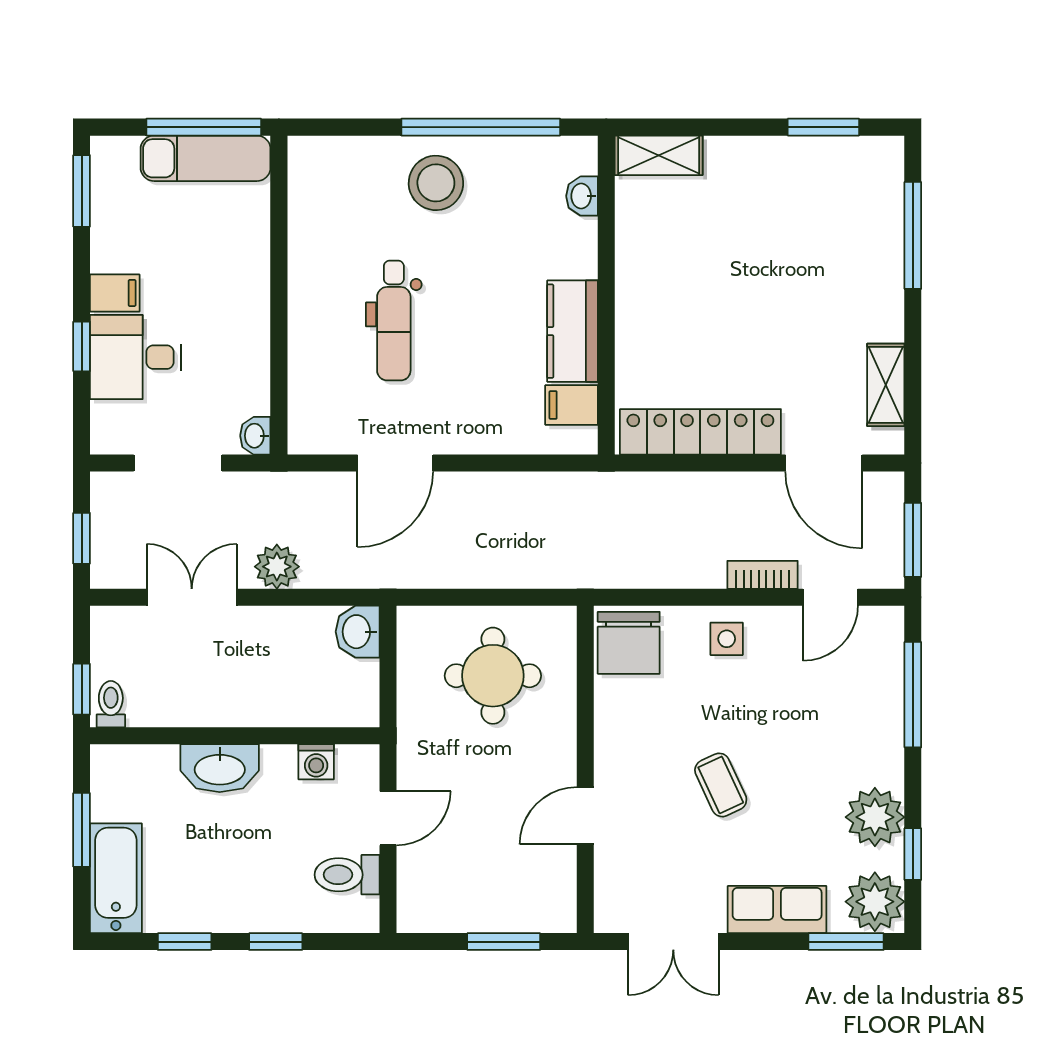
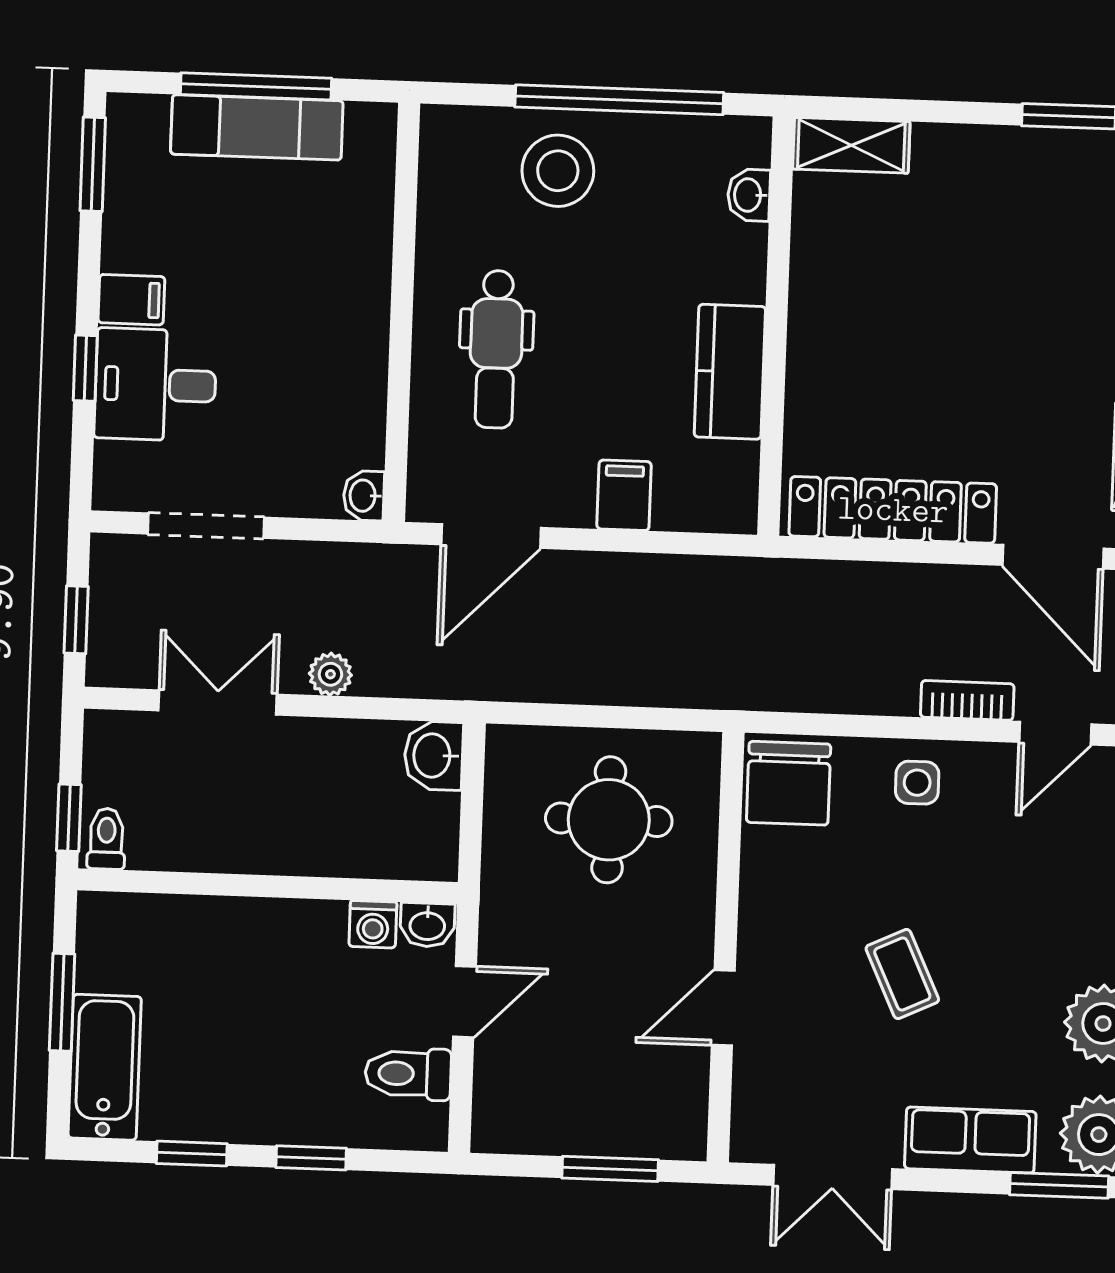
wall: (279, 295) -> (402, 312), moved
filing cabinet: (572, 405) -> (624, 495), moved, turned 90
washbasin: (255, 436) -> (364, 496), moved
plant: (277, 567) -> (330, 674), width x0.73, depth x0.73
washbasin: (220, 768) -> (427, 925), moved, width x0.52, depth x0.69

